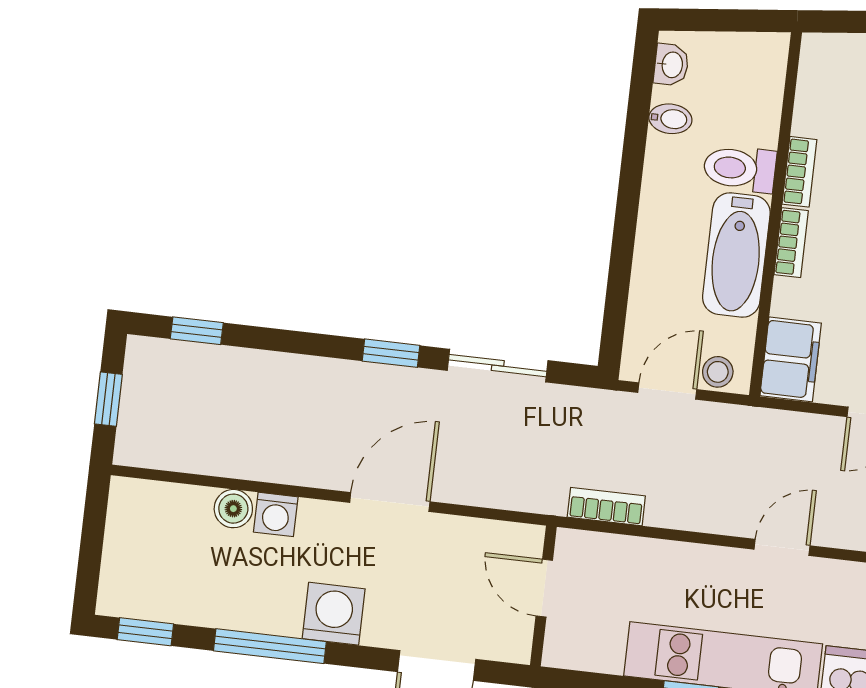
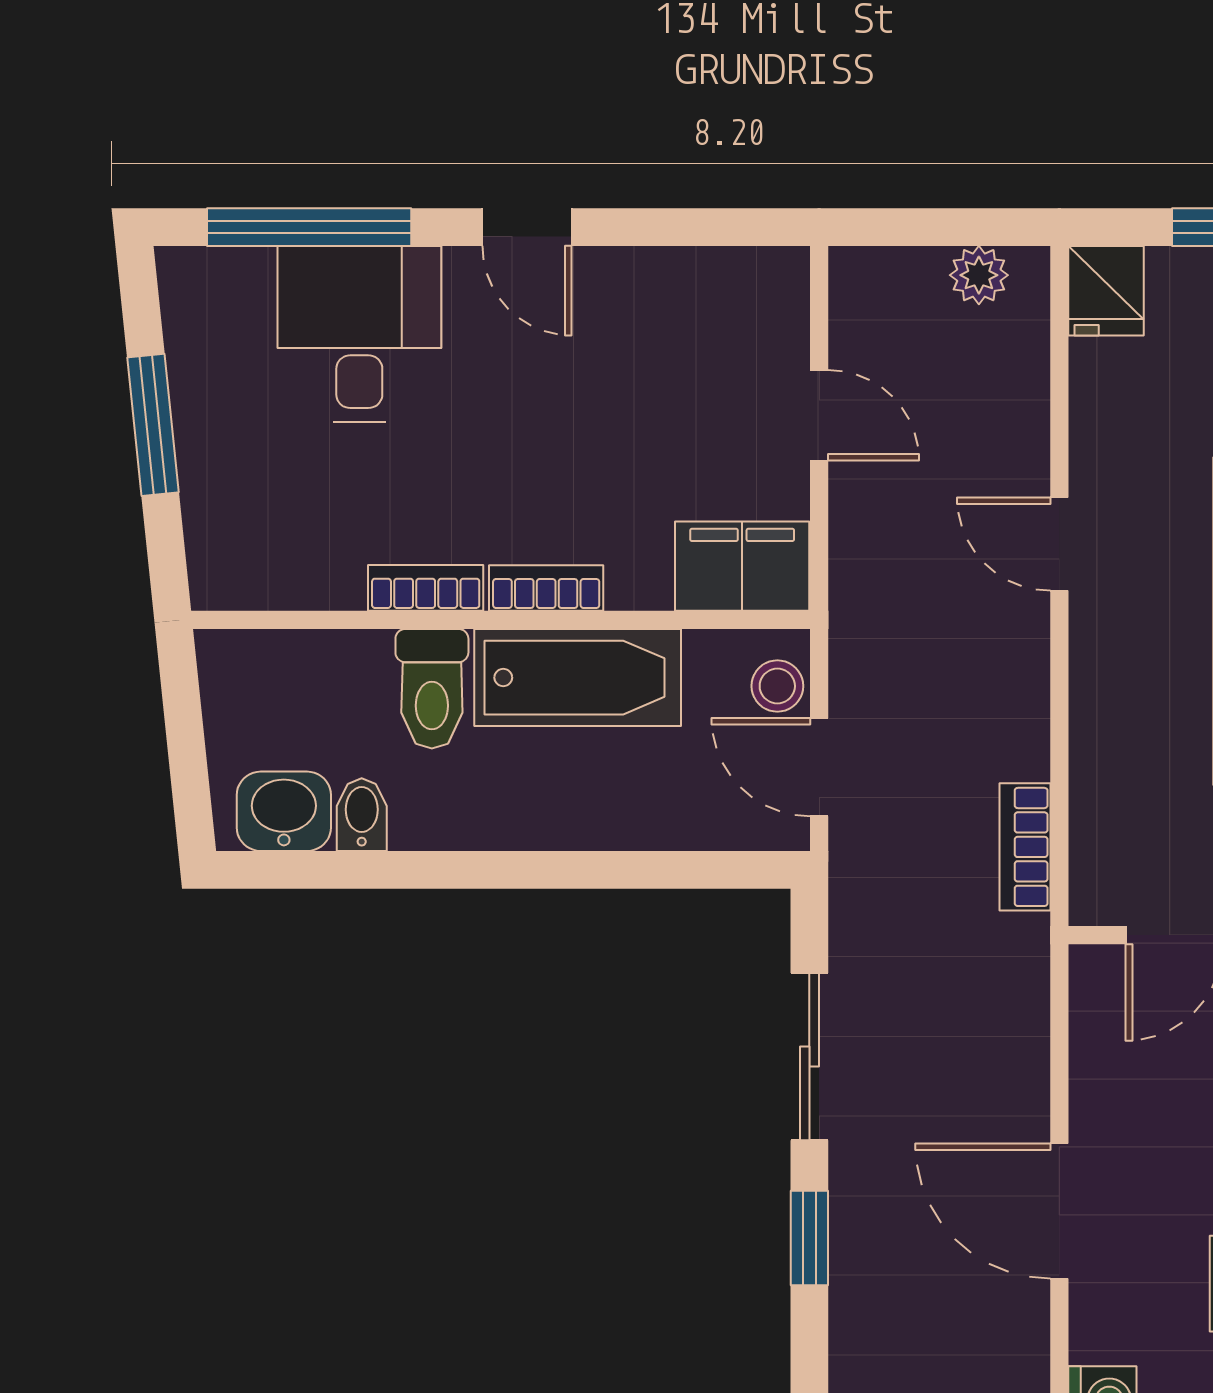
washbasin: (671, 65) -> (284, 811), width x1.38, depth x1.45

